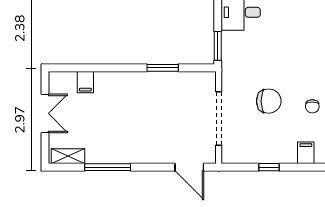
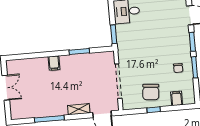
filing cabinet: (85, 82) -> (54, 63), moved
chair: (269, 101) -> (151, 92), moved, turned 95
shelving: (68, 156) -> (79, 109), moved

